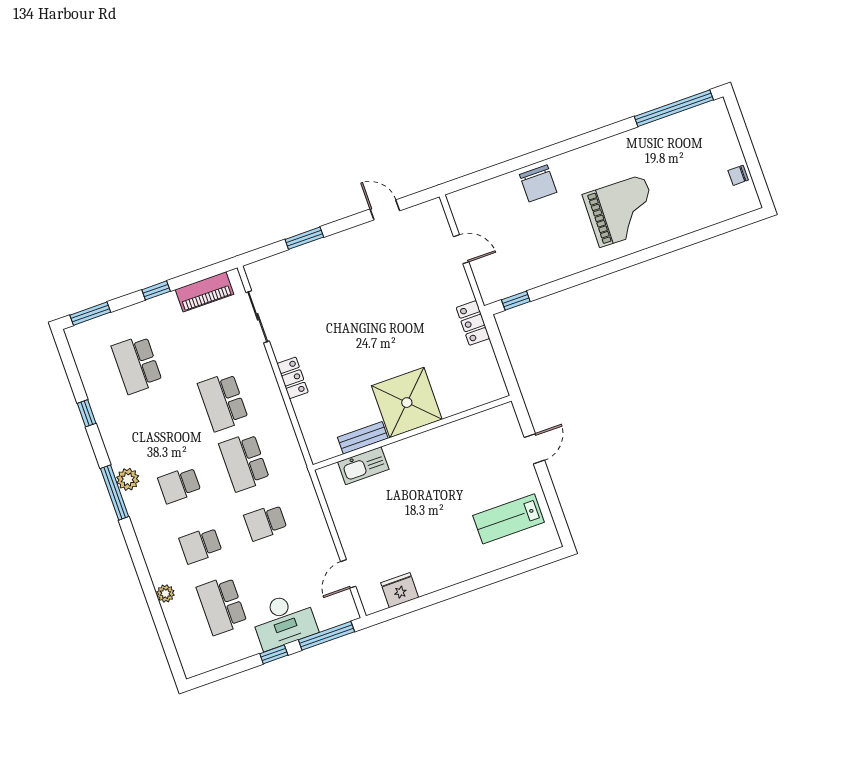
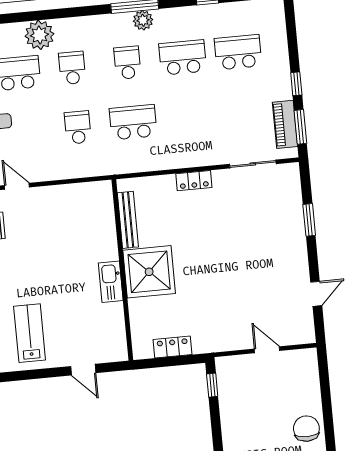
chair: (538, 183) -> (306, 429), turned 90
door: (461, 249) -> (267, 350), swing flipped
window: (90, 314) -> (300, 127), moved
locker: (473, 323) -> (173, 347), moved
school desk: (223, 402) -> (183, 57), moved
bench: (363, 438) -> (128, 220), width x1.36
kitchen sink: (363, 466) -> (111, 282), moved
plant: (165, 593) -> (39, 35), width x1.88, depth x1.88

